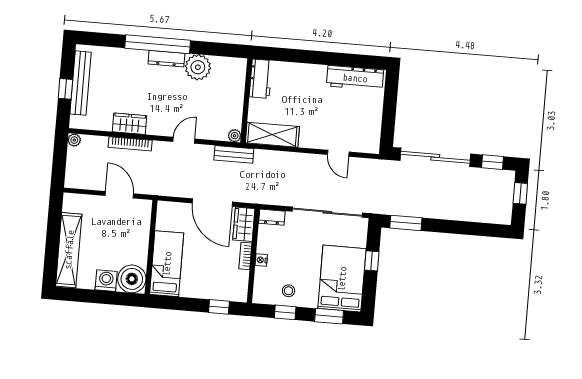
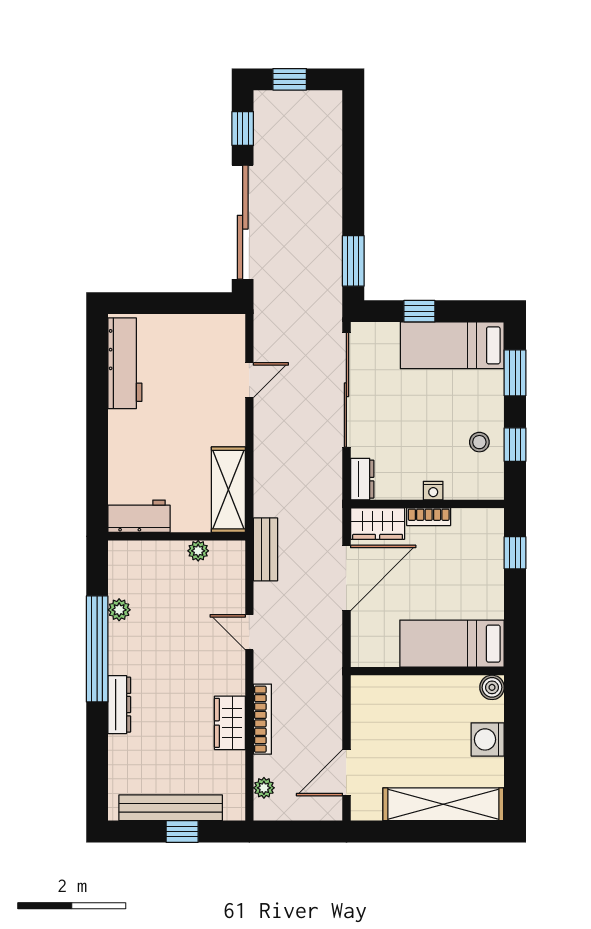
window: (158, 44) -> (97, 649), moved
dresser: (166, 59) -> (119, 705), moved
plant: (198, 67) -> (119, 610), width x0.53, depth x0.53
plant: (235, 136) -> (198, 551), moved
plant: (74, 140) -> (264, 788), moved
door: (119, 195) -> (346, 773), moved
boiler: (132, 279) -> (492, 687), width x0.54, depth x0.54
bed: (342, 279) -> (452, 345), width x0.67

